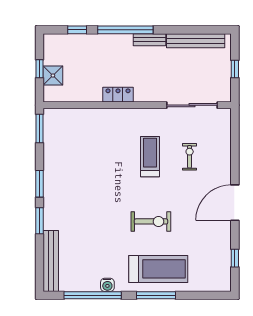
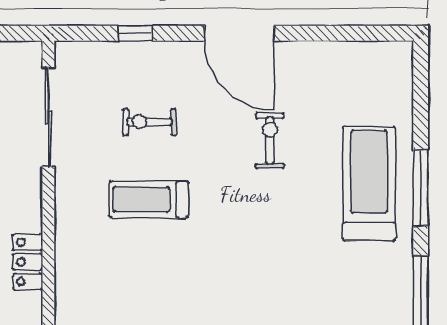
exercise bike: (151, 221) -> (270, 140), moved, width x0.73, depth x0.72
window: (235, 258) -> (136, 33), moved
water cooler: (107, 285) -> (400, 283), removed

